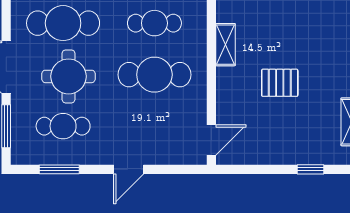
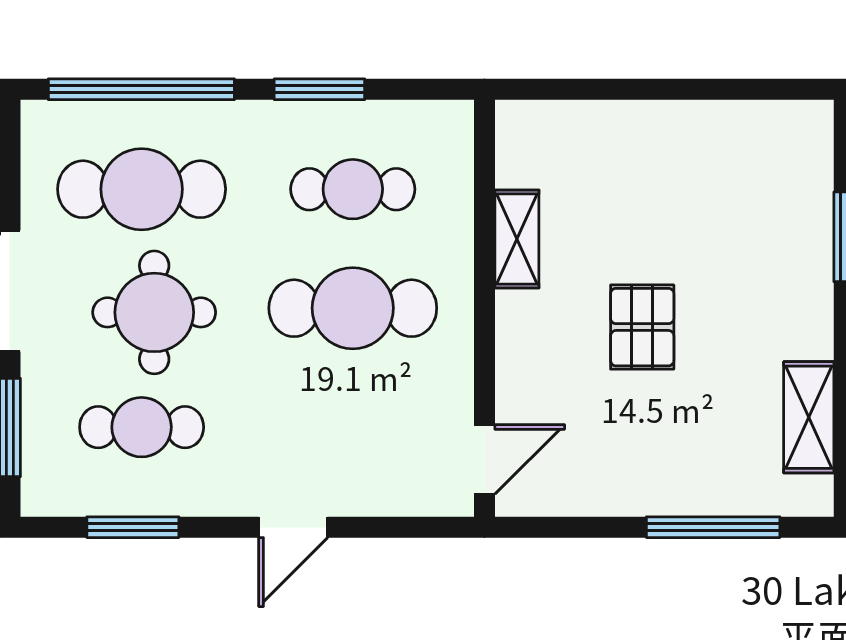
pallet: (280, 83) -> (642, 327), turned 90
window: (310, 169) -> (713, 527), width x2.17

